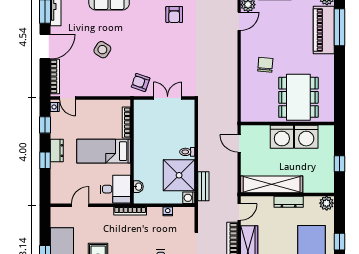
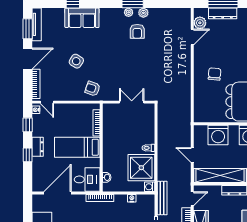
armchair: (141, 82) -> (93, 89), moved
washing machine: (282, 137) -> (218, 135), moved
door: (239, 143) -> (192, 155), moved
bench: (203, 186) -> (162, 198), moved, width x1.36
door: (80, 205) -> (58, 193), width x1.87

